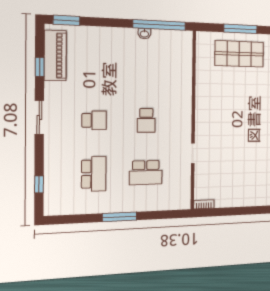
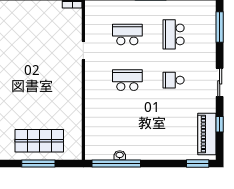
washbasin: (144, 34) -> (120, 155), moved
school desk: (146, 120) -> (127, 80), width x1.85
window: (39, 184) -> (220, 27), width x2.17

